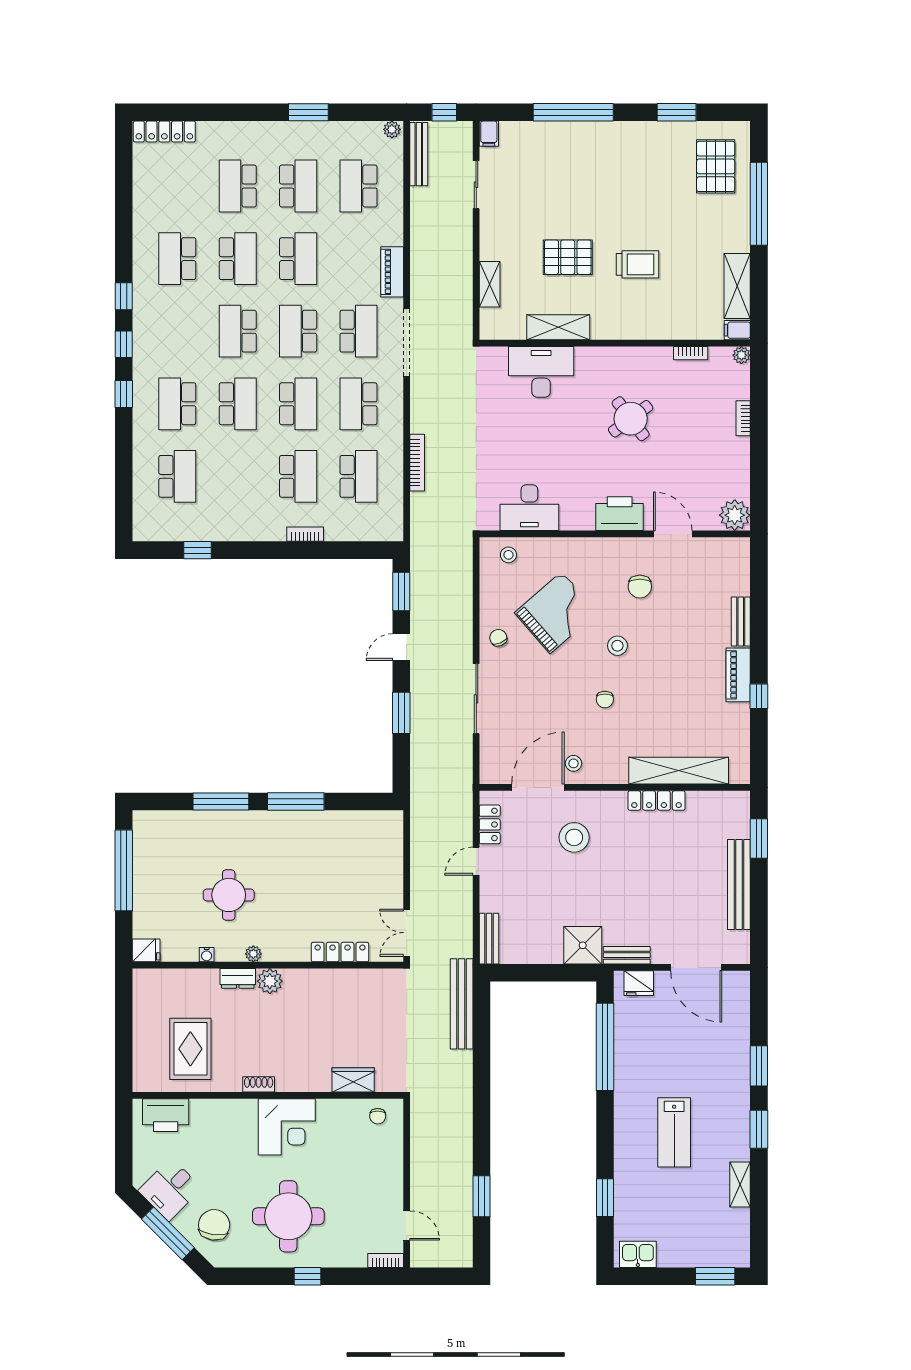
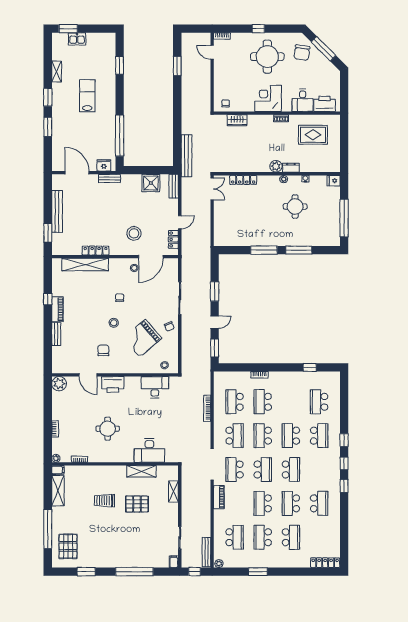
round table: (631, 419) -> (108, 429), turned 37
shower: (583, 945) -> (151, 183), moved
rug: (190, 1049) -> (313, 135), turned 90
desk: (170, 1189) -> (303, 100), moved, turned 135
kitchen sink: (638, 1254) -> (77, 39), moved

